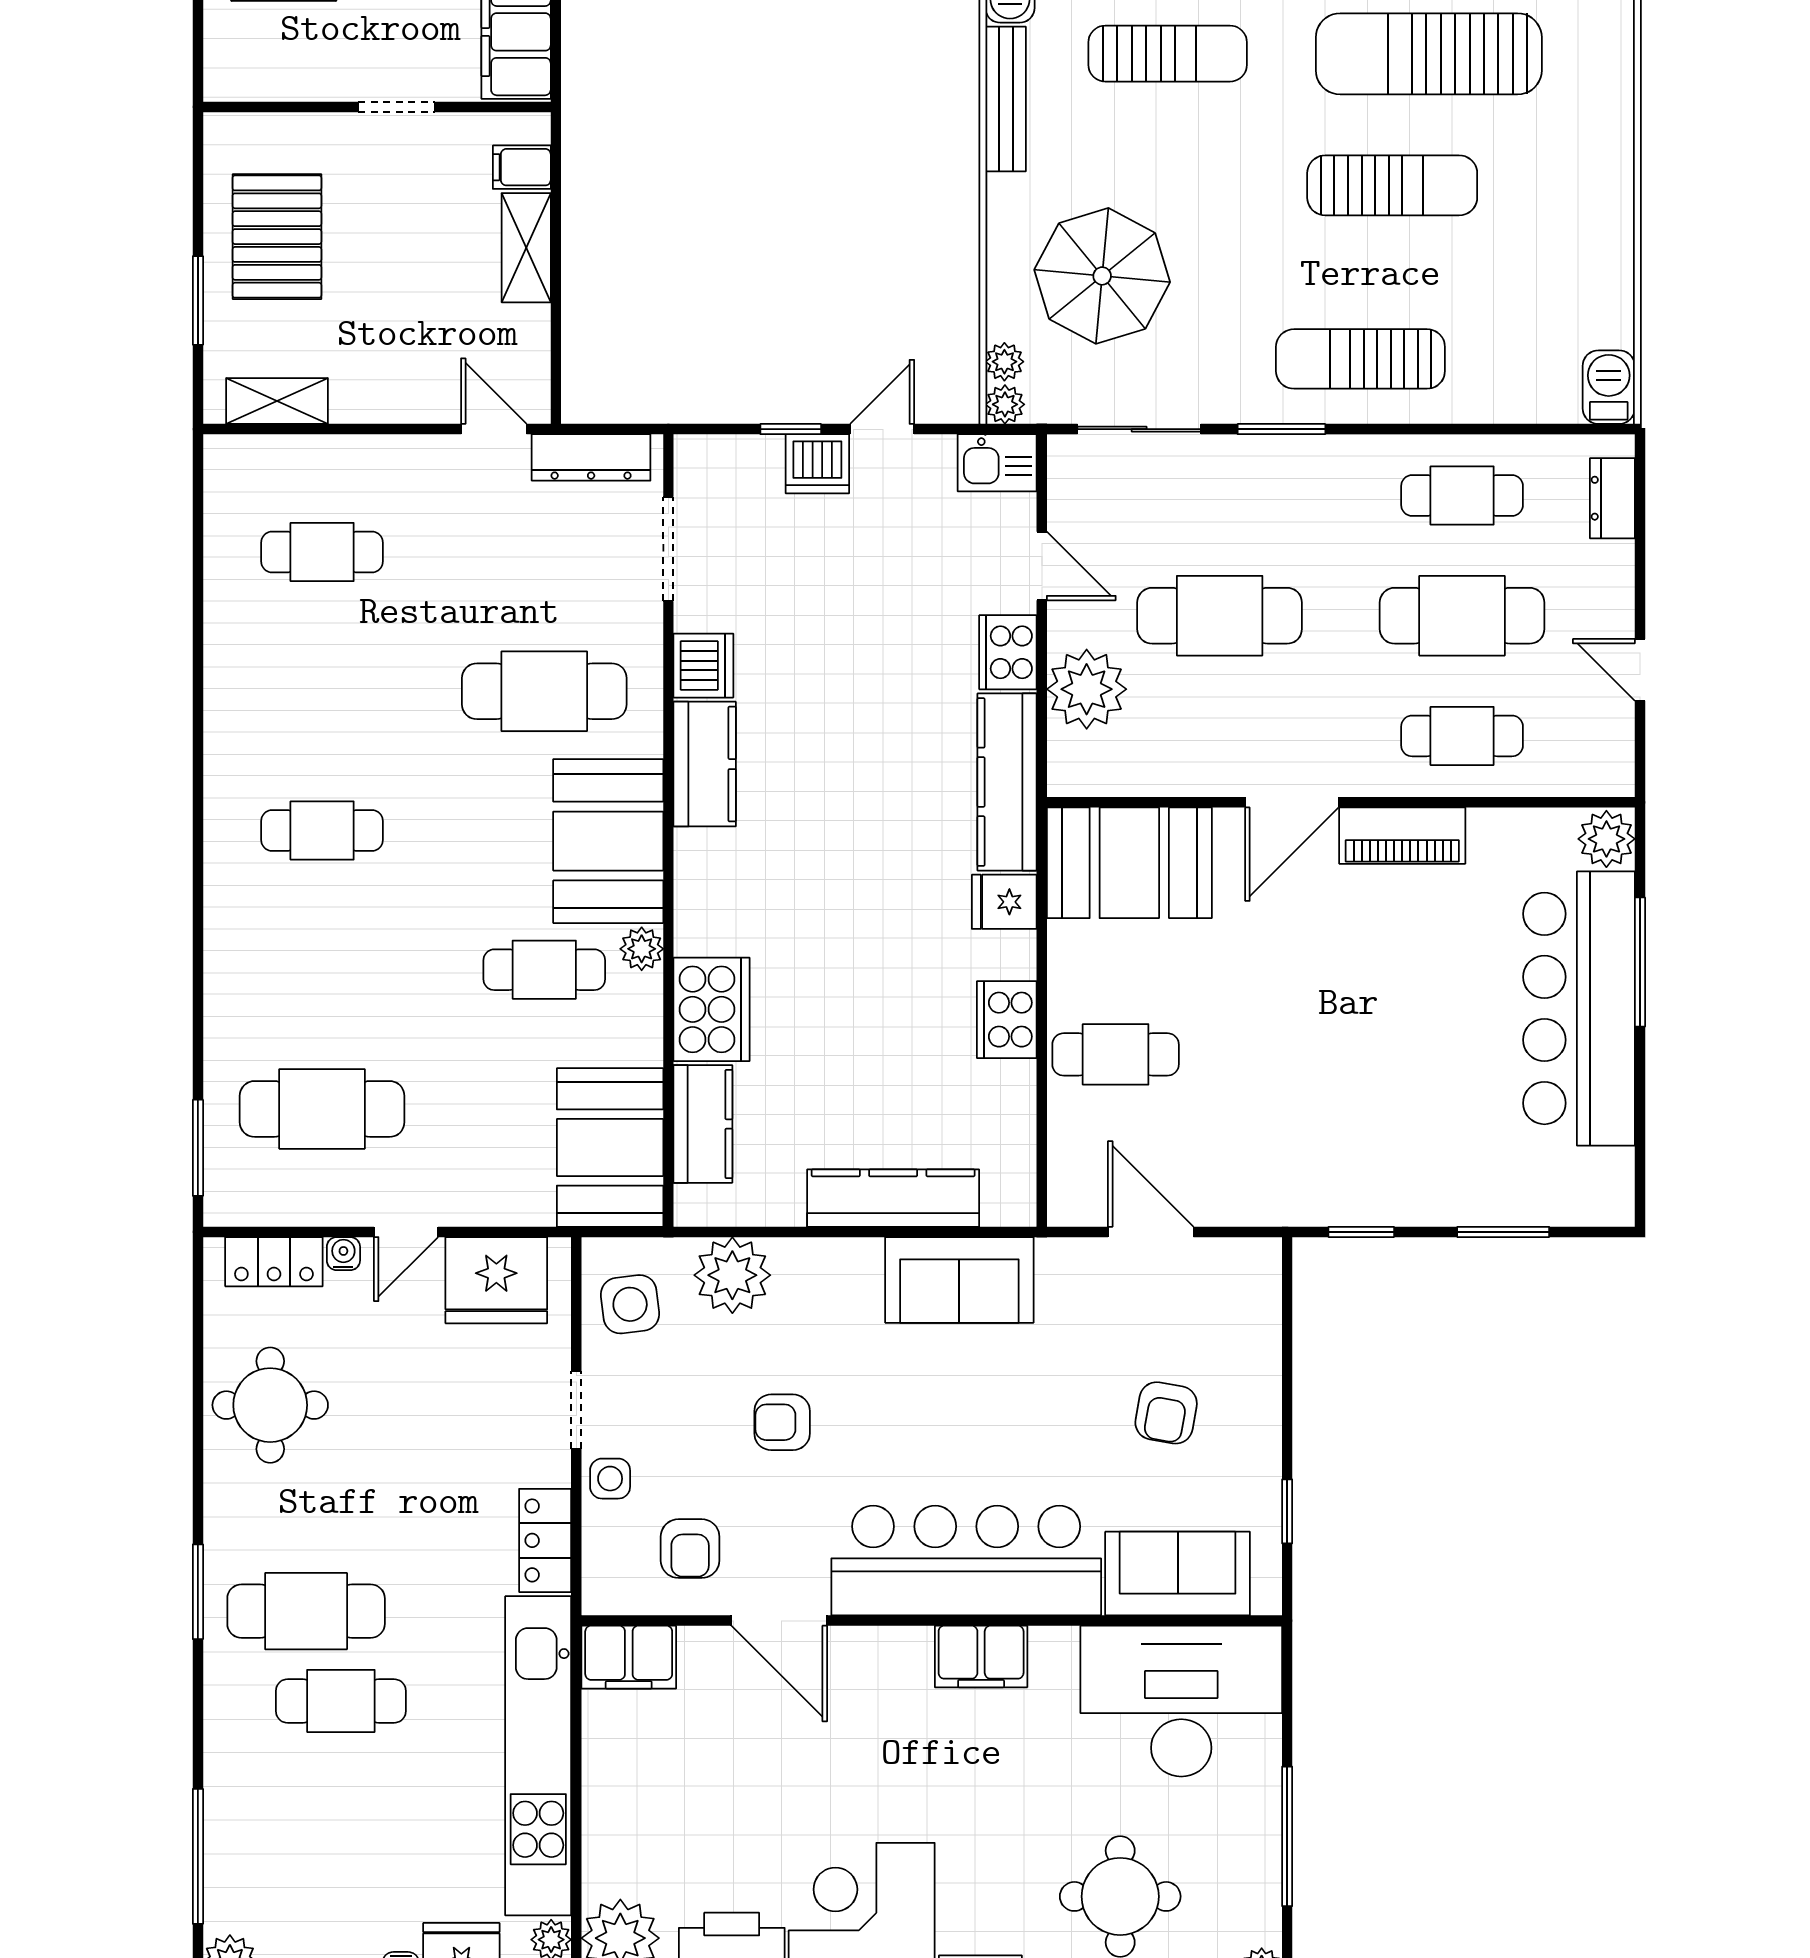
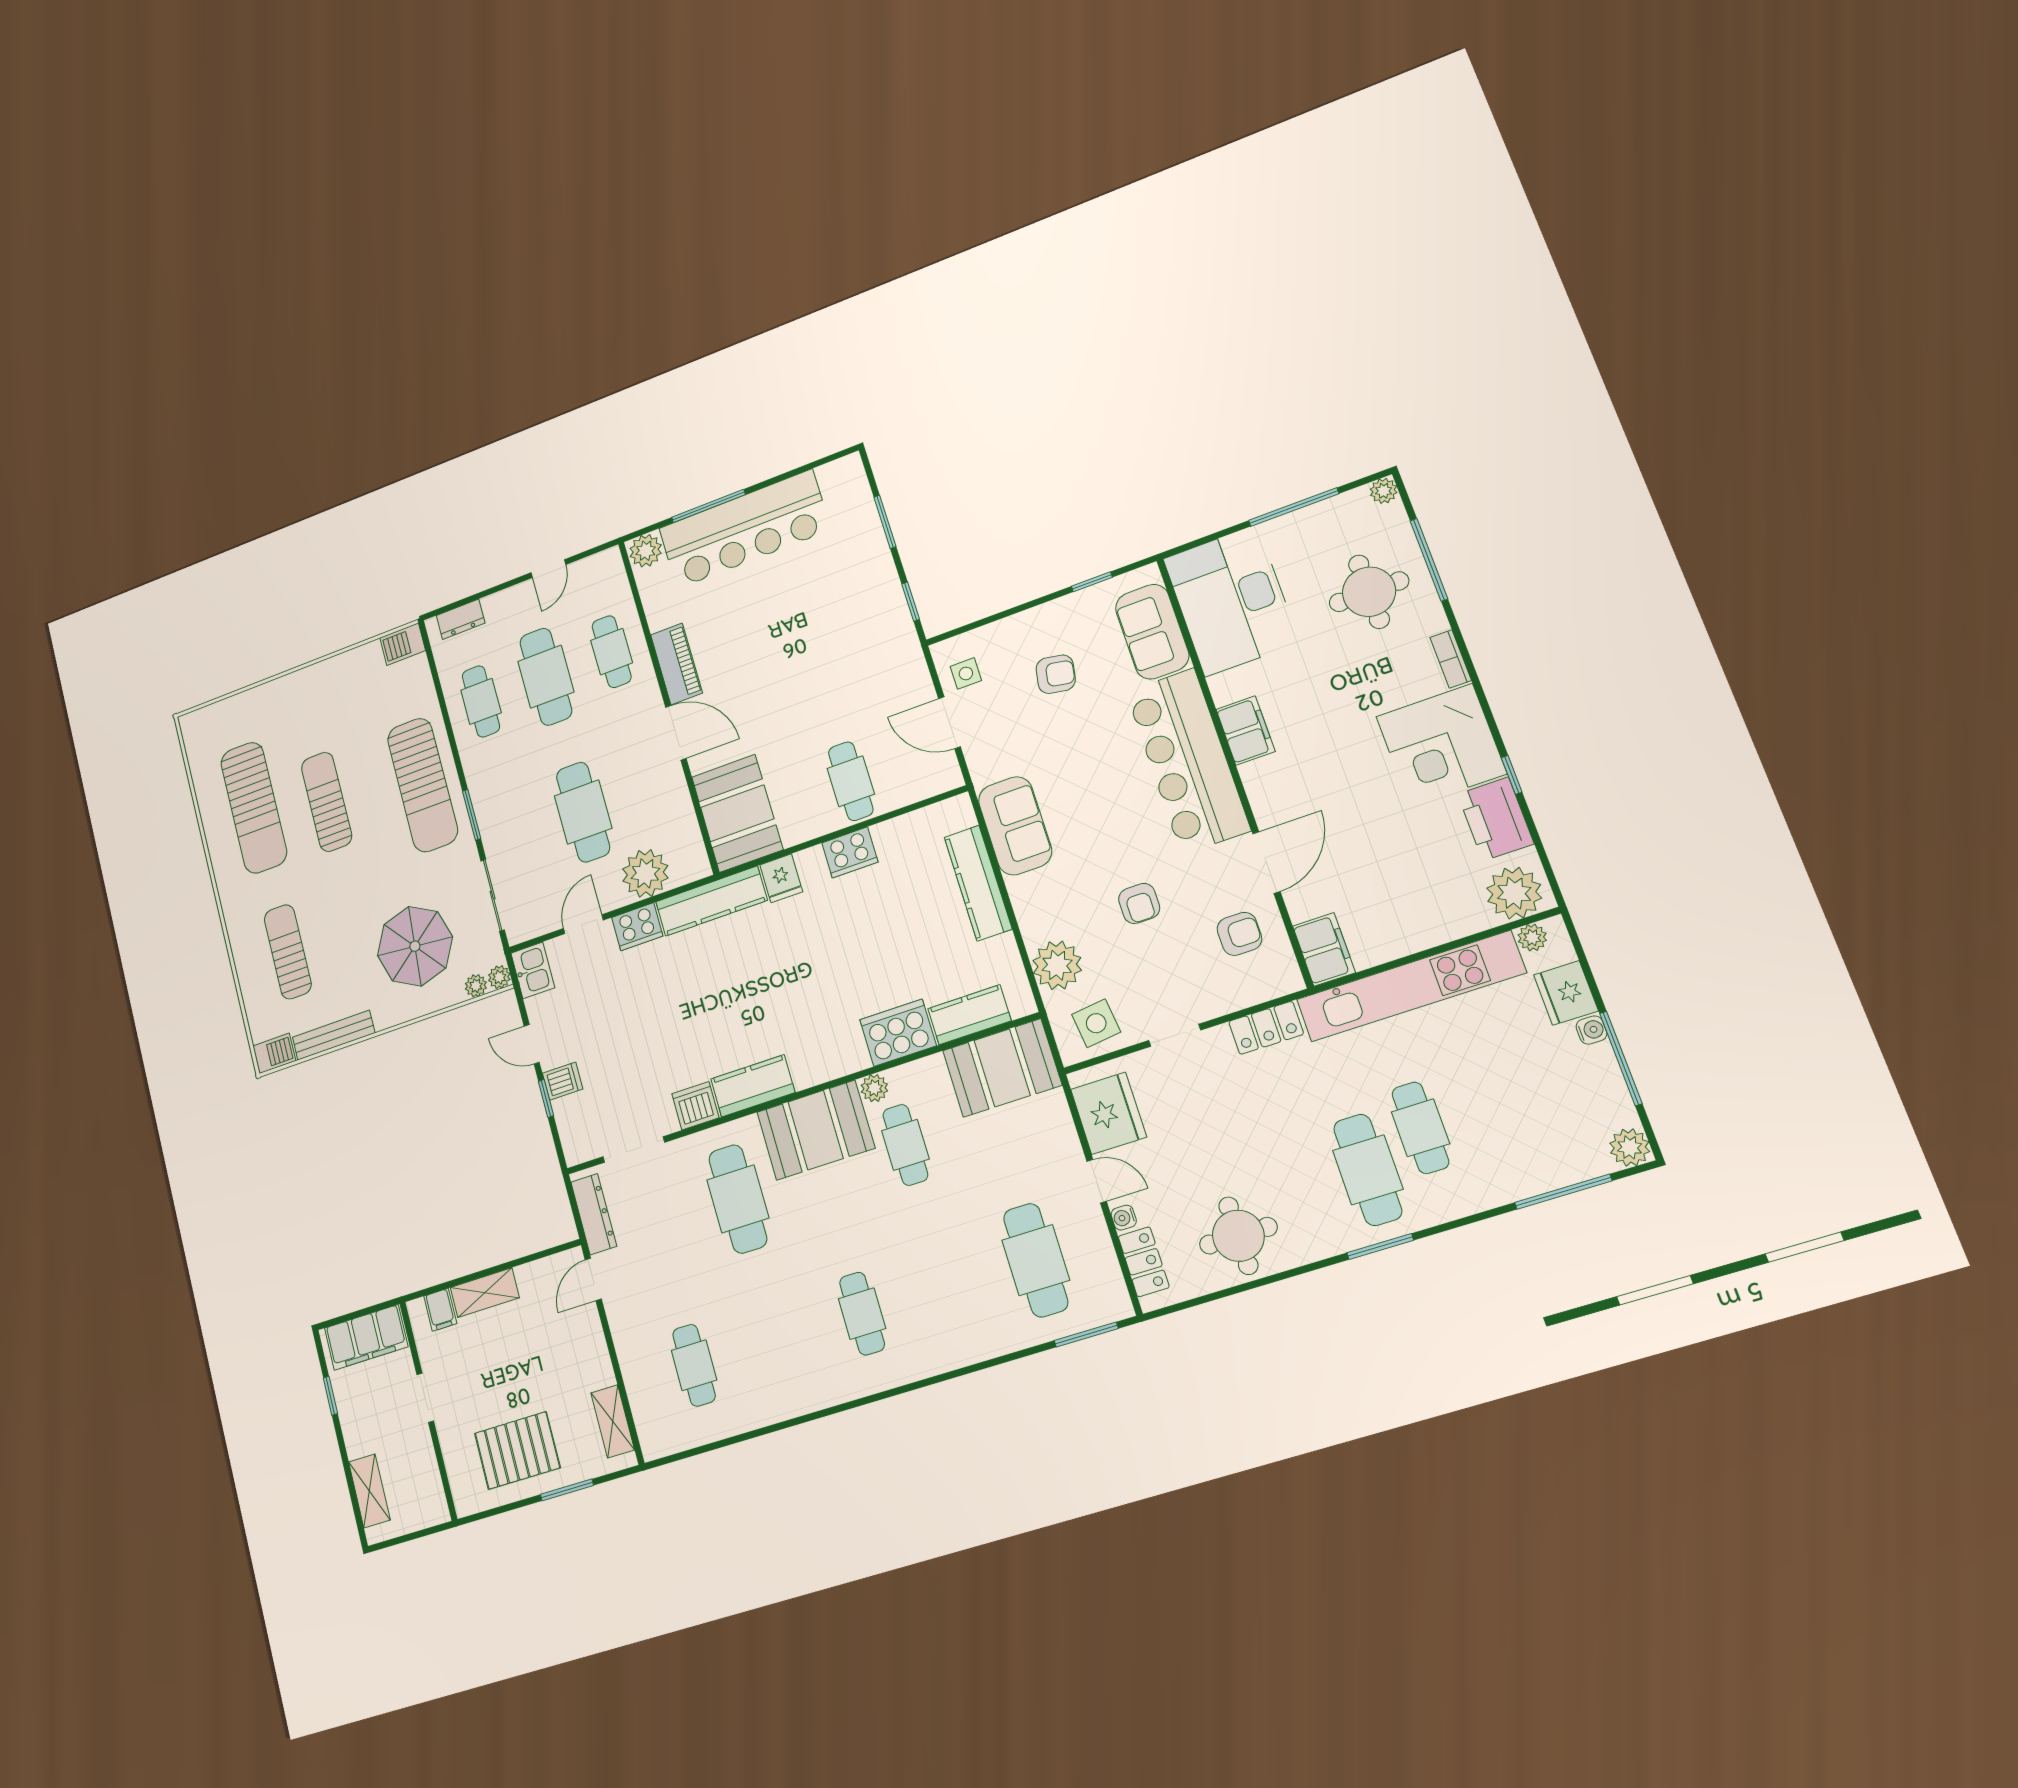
sun lounger: (1360, 359) -> (423, 785), width x1.36, depth x1.34
dishwasher: (817, 464) -> (563, 1081), width x0.73
door: (1151, 1232) -> (949, 723), hinge flipped
side table: (610, 1479) -> (966, 673), moved

